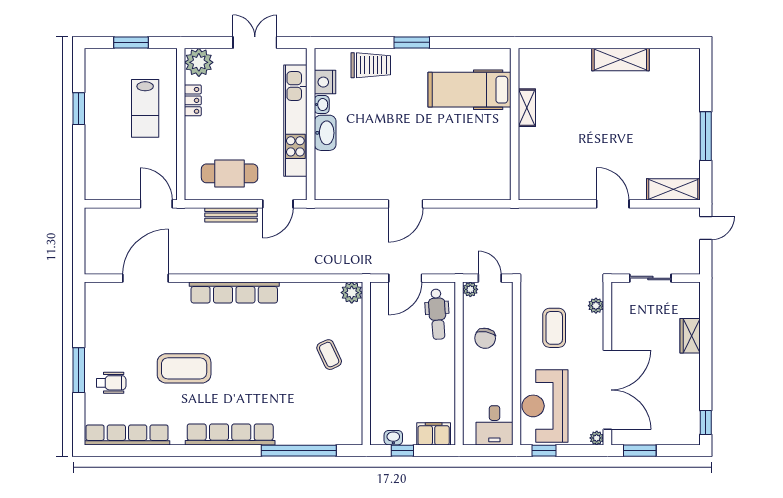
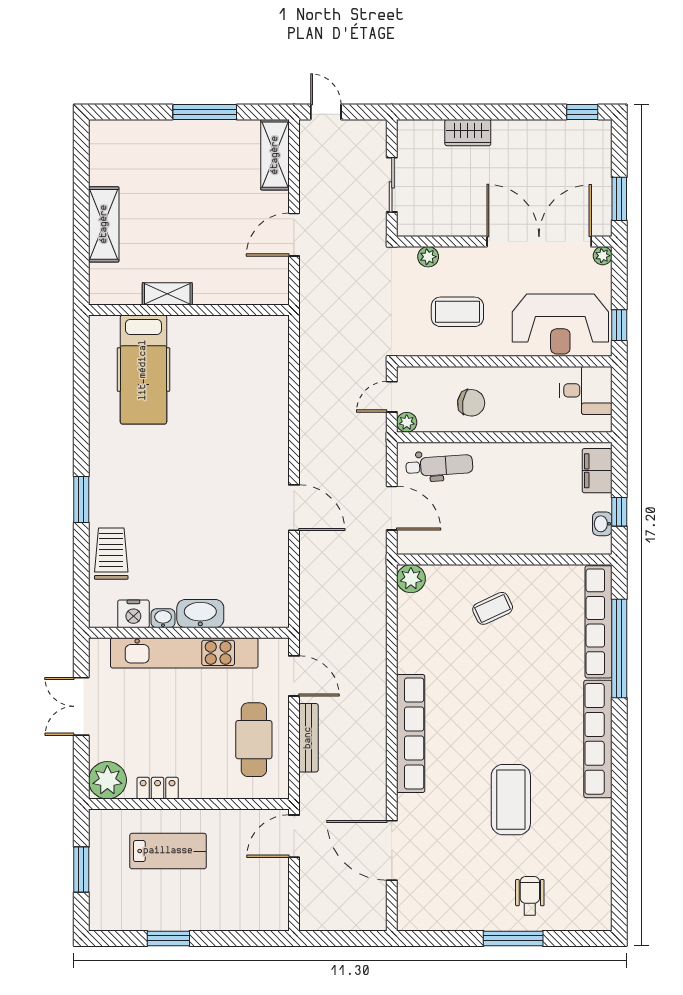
hospital bed: (470, 90) -> (143, 370), moved
shelving: (527, 108) -> (167, 294), moved
wall: (515, 124) -> (189, 310), moved
row of seats: (127, 435) -> (599, 622), moved

